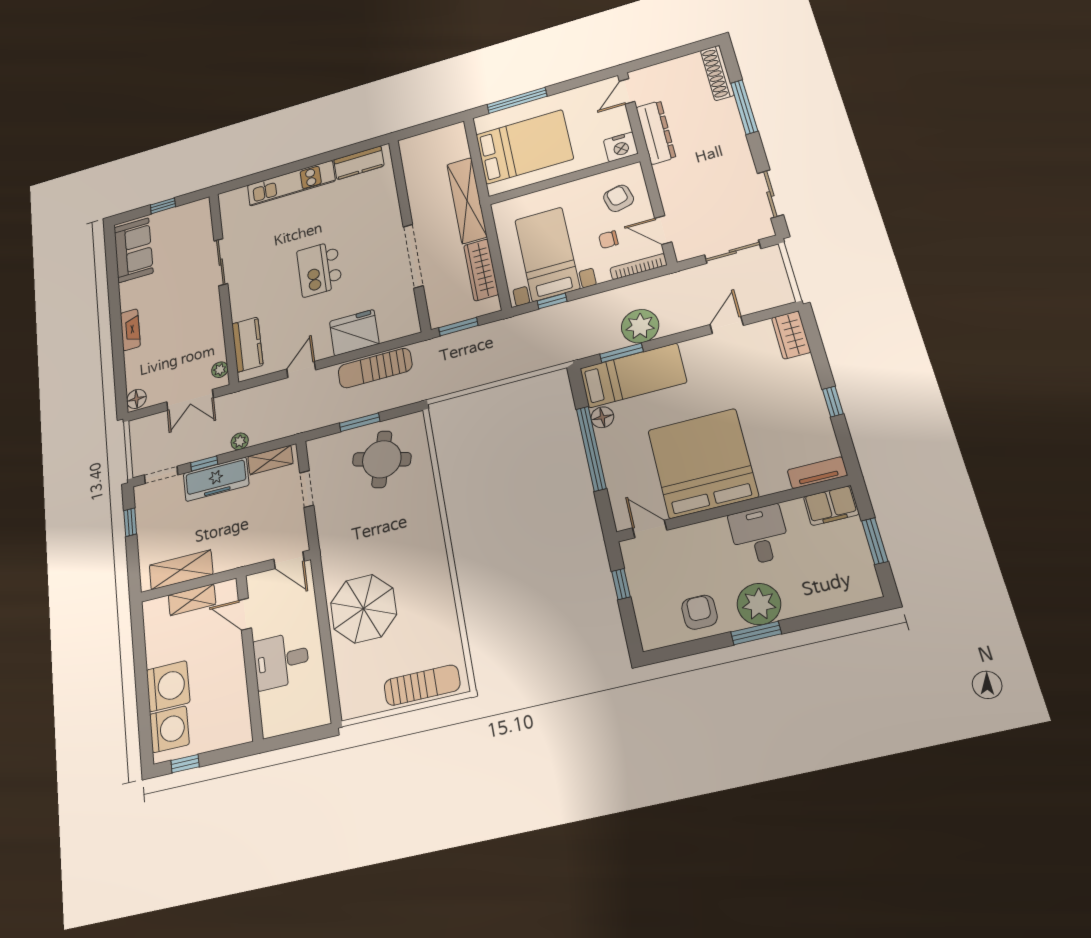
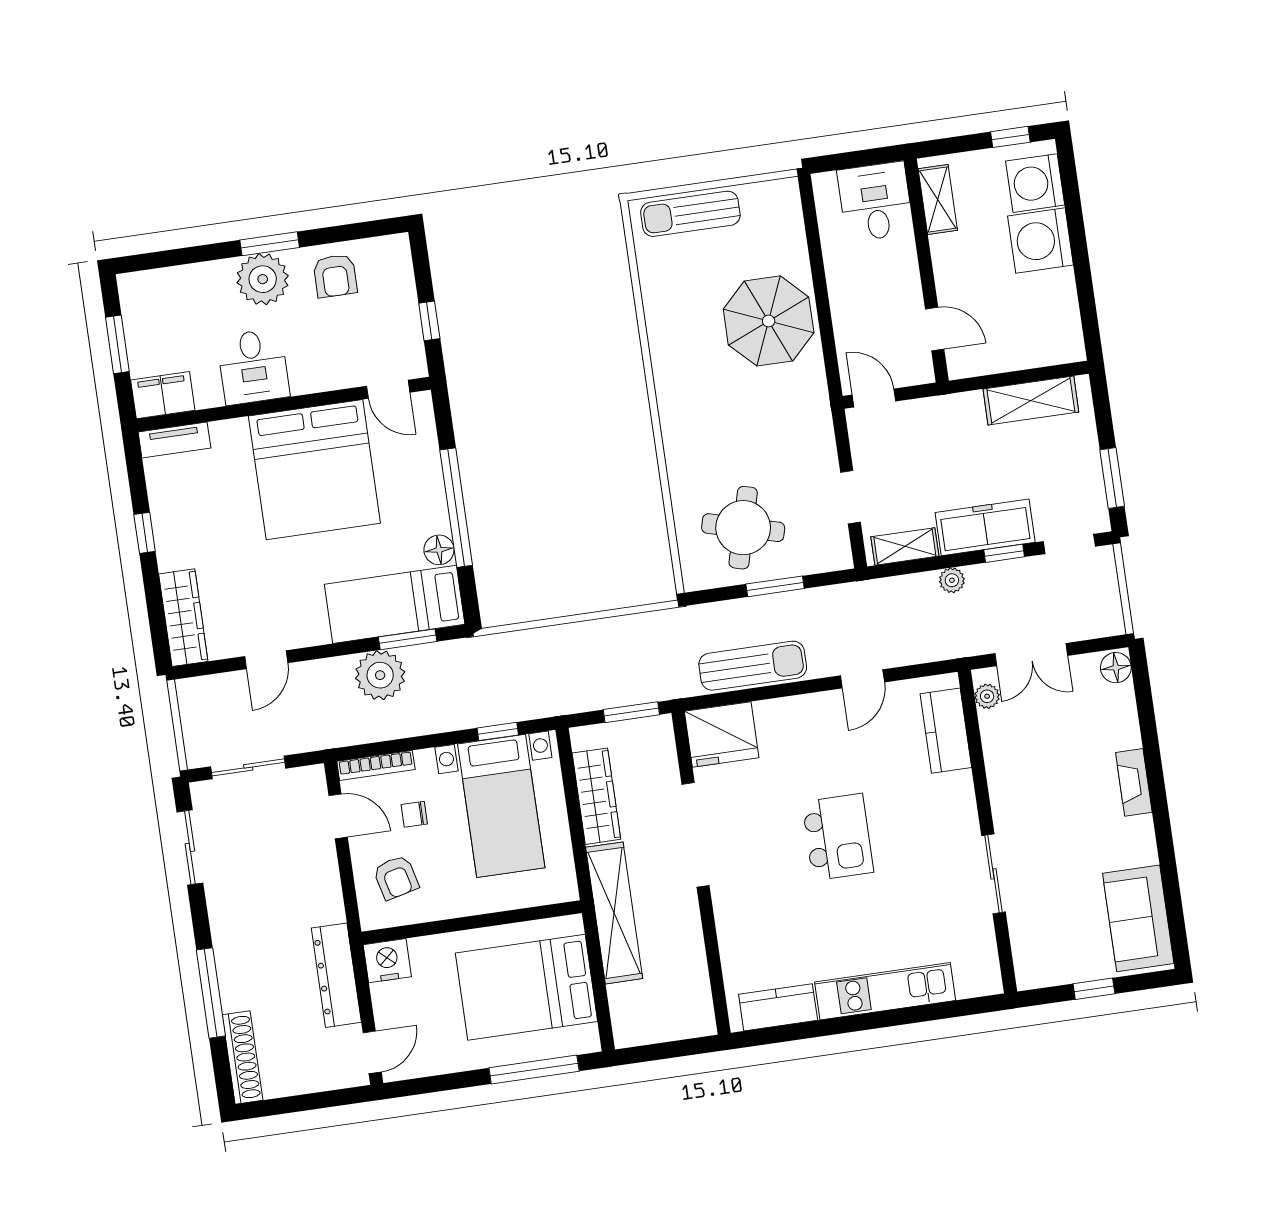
chair: (608, 240) -> (414, 814), turned 180
fridge: (354, 333) -> (722, 734), moved
wardrobe: (791, 335) -> (183, 618), width x1.50
double door: (190, 400) -> (1031, 655), swing flipped
window: (130, 522) -> (1112, 478), width x1.50
shelving: (192, 600) -> (938, 200), moved, turned 90
desk: (281, 660) -> (875, 202), moved, turned -90

